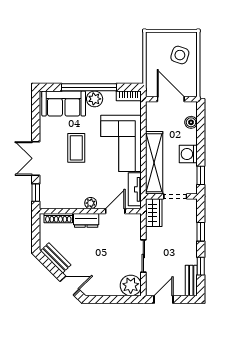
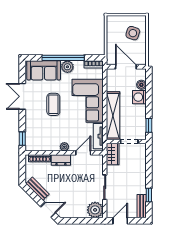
washing machine: (188, 154) -> (139, 97), moved
double door: (36, 158) -> (22, 96), moved
window: (201, 232) -> (149, 169), removed

